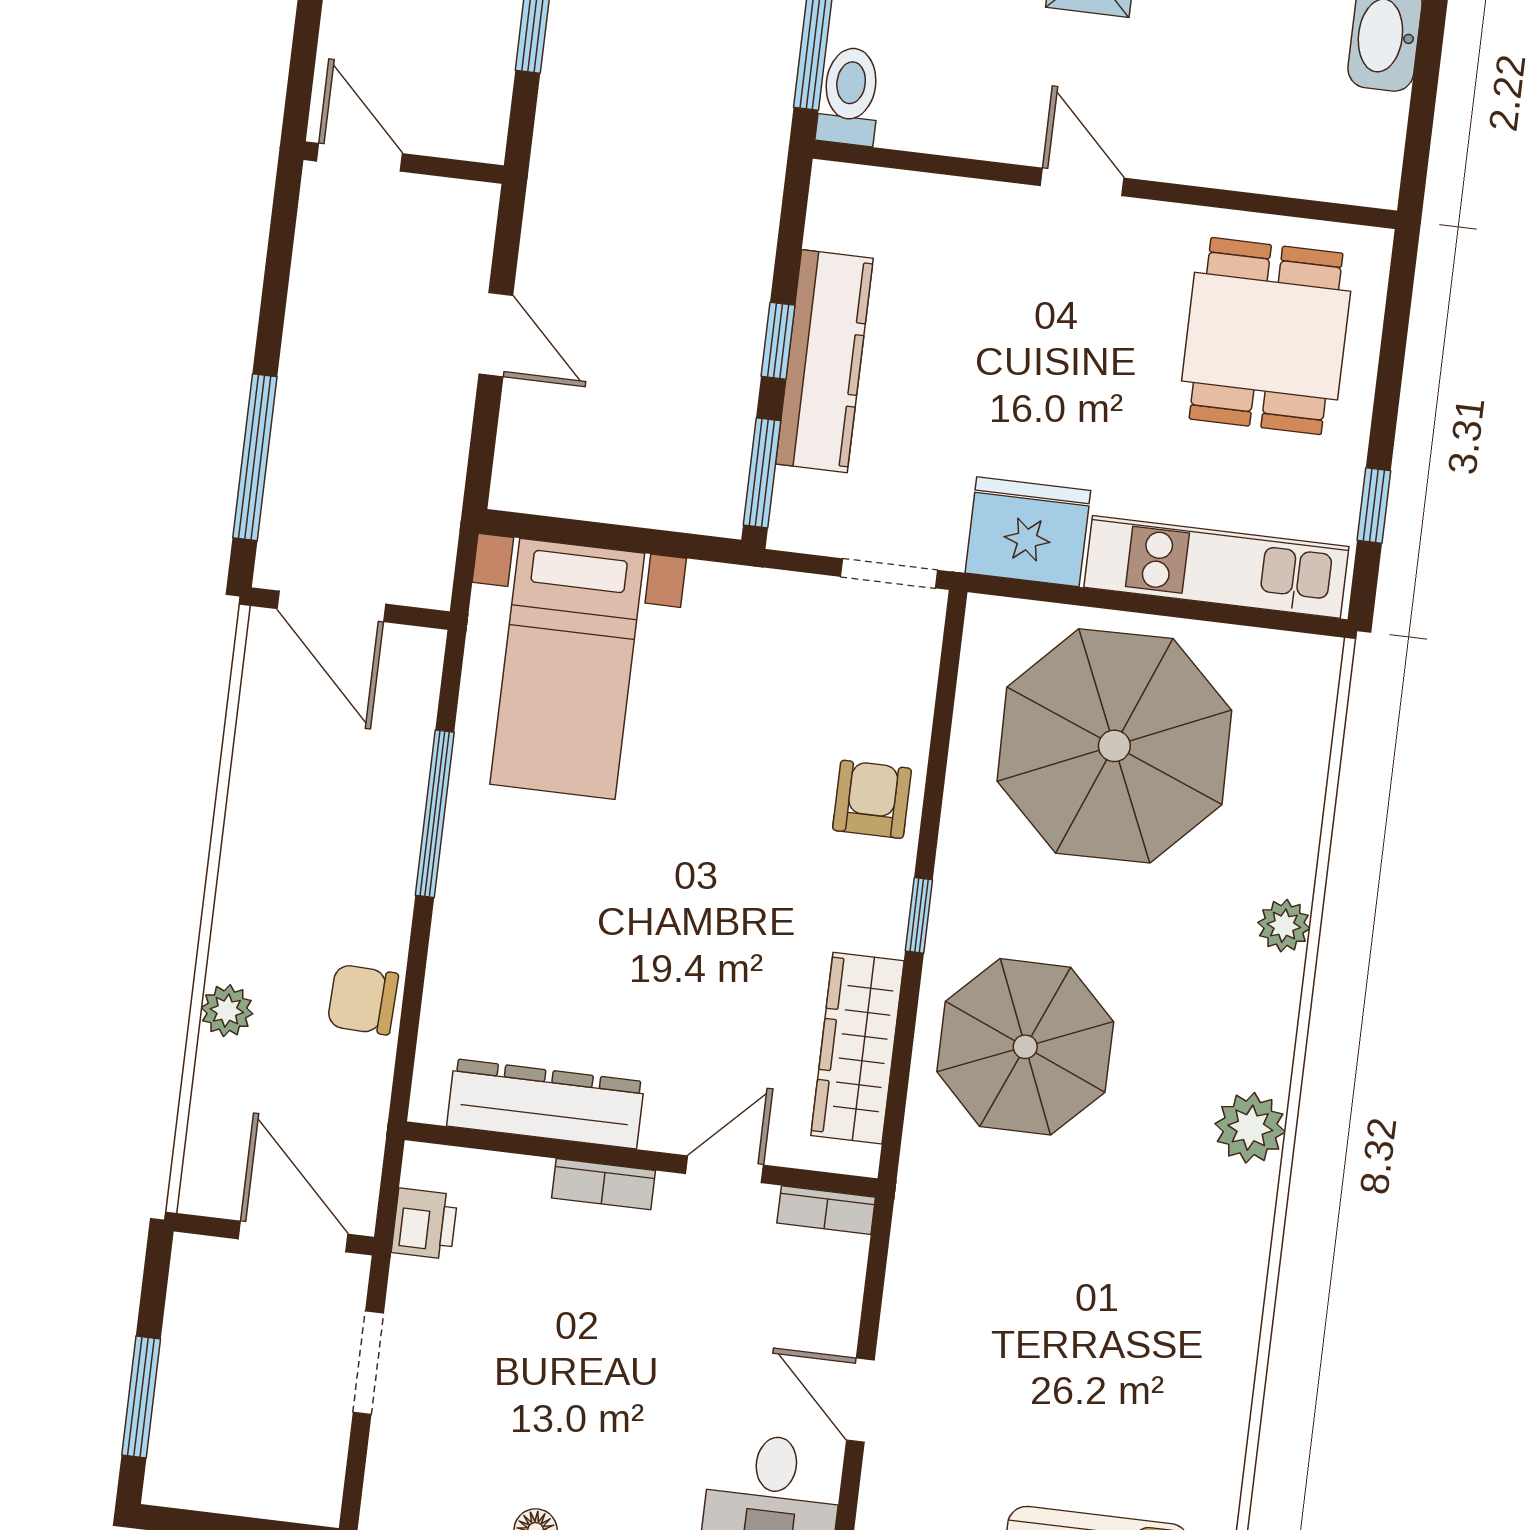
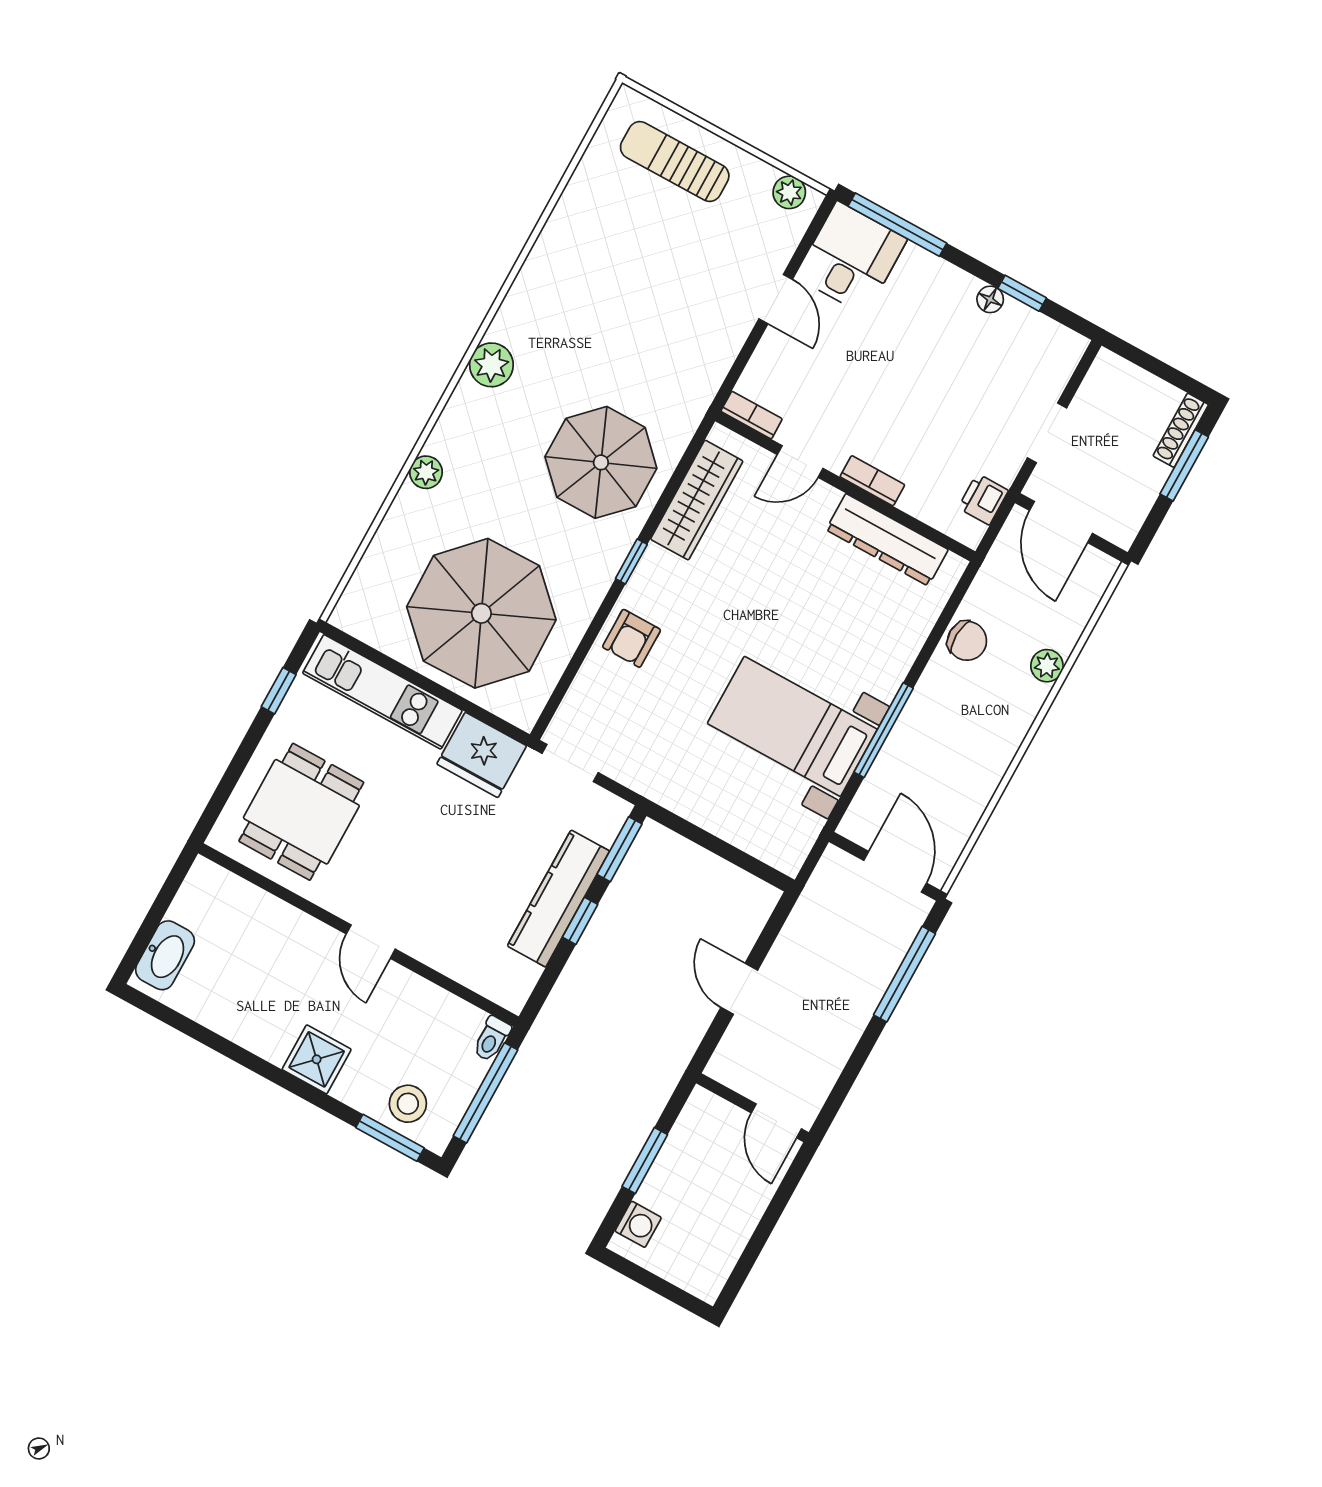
toilet: (849, 96) -> (492, 1039), width x0.73, depth x0.72
bed with nightstands: (567, 669) -> (792, 726), moved, turned -90
shoe rack: (168, 1448) -> (1181, 430), added

